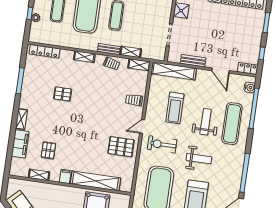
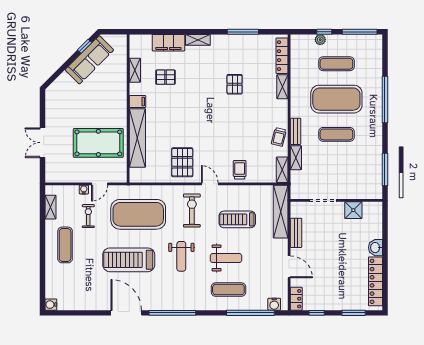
shelving: (84, 57) -> (282, 87), moved
door: (220, 71) -> (289, 267), swing flipped
exercise mat: (232, 124) -> (228, 290), width x0.73, depth x0.69

